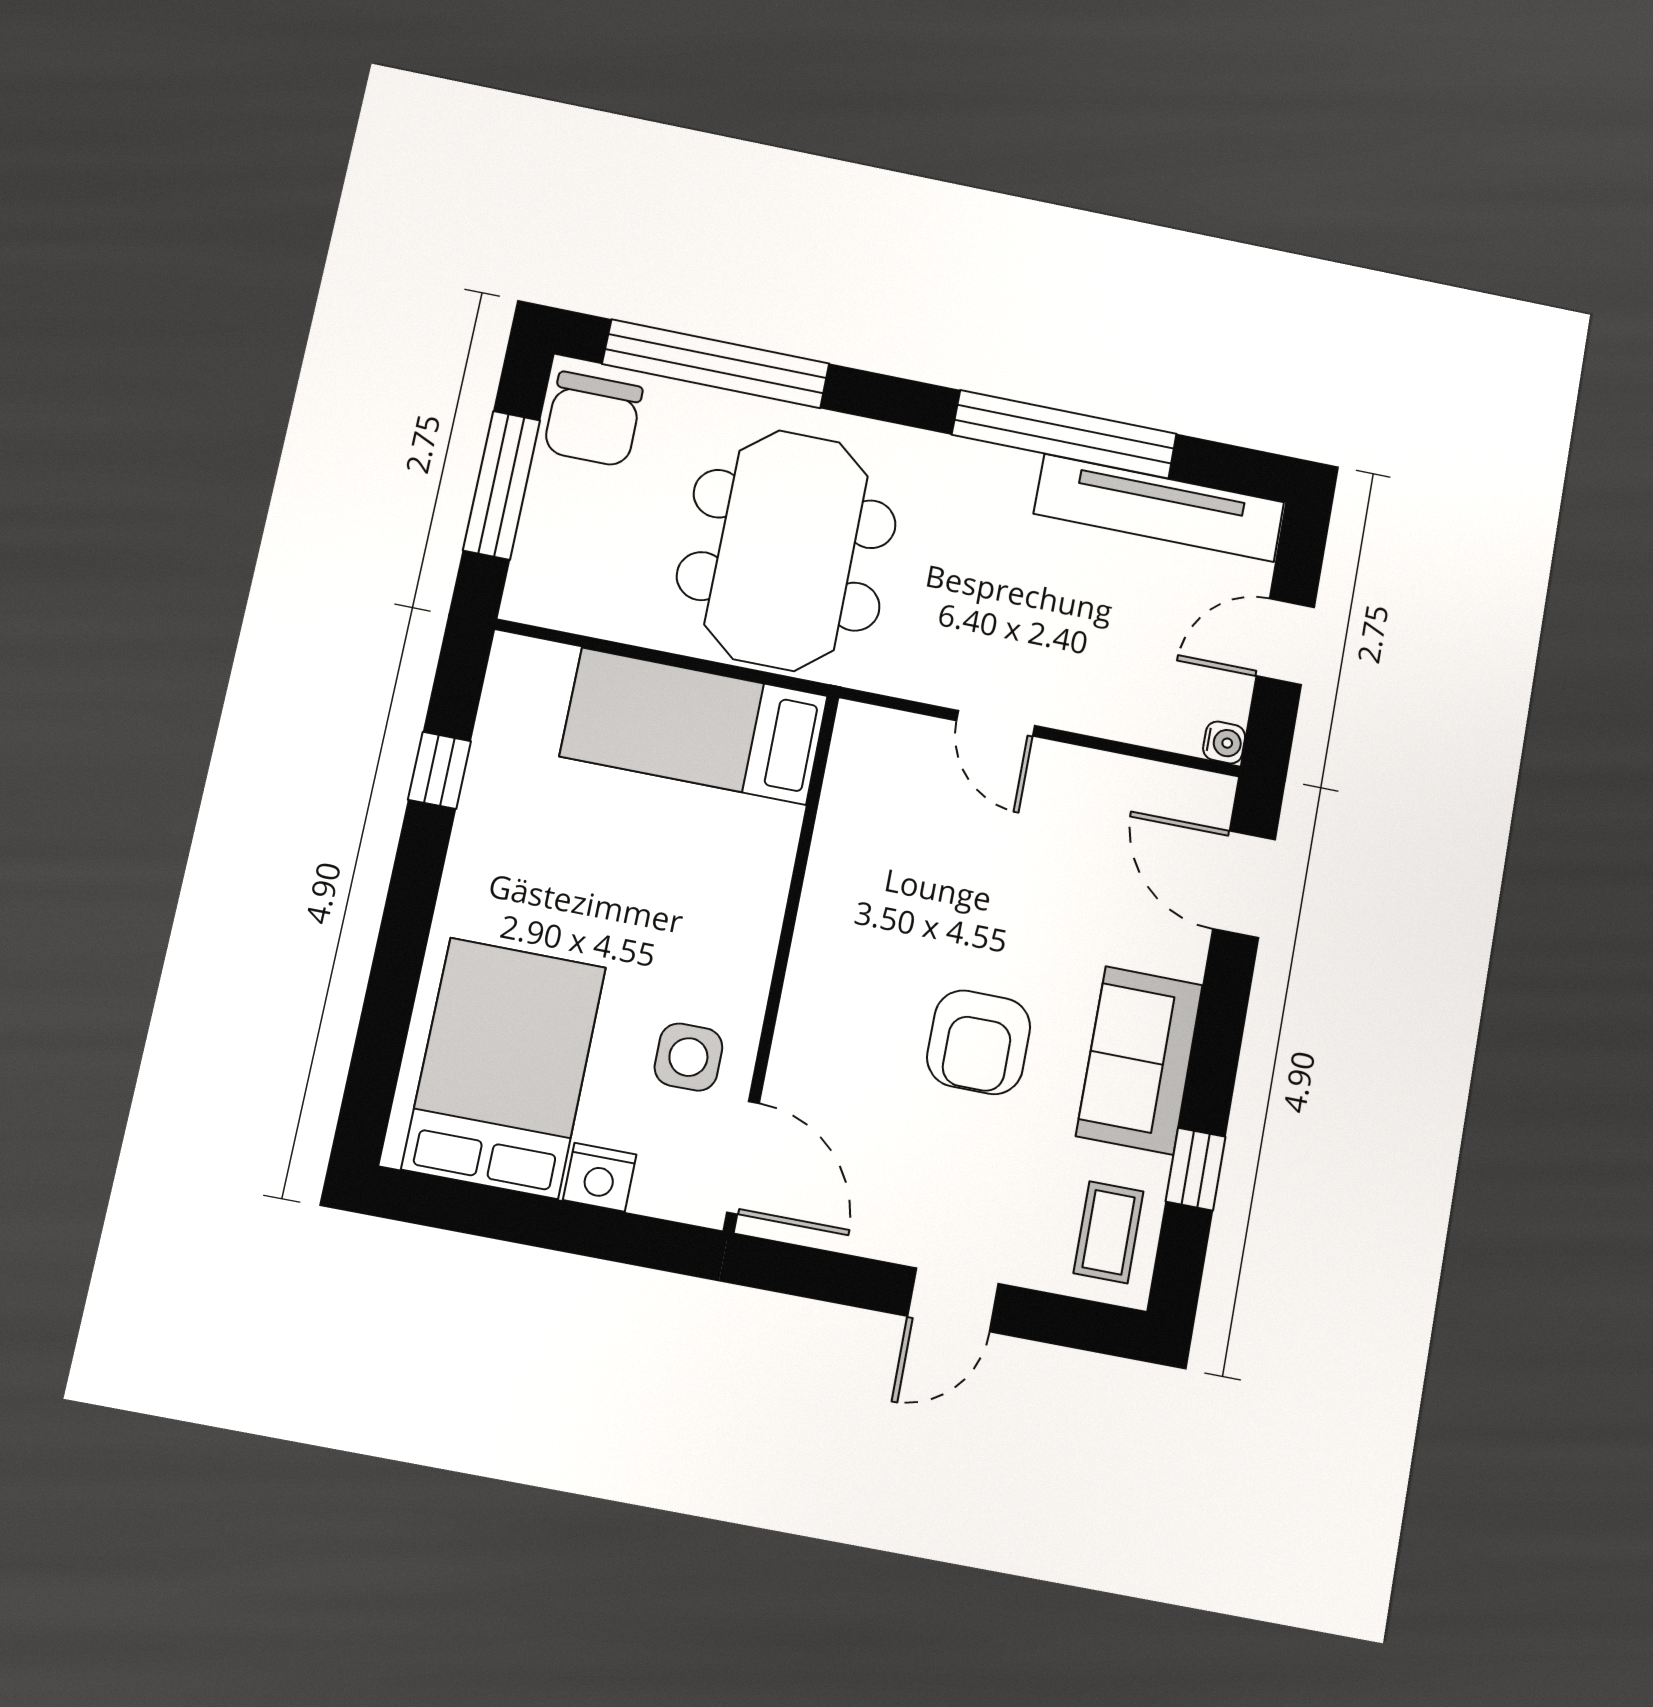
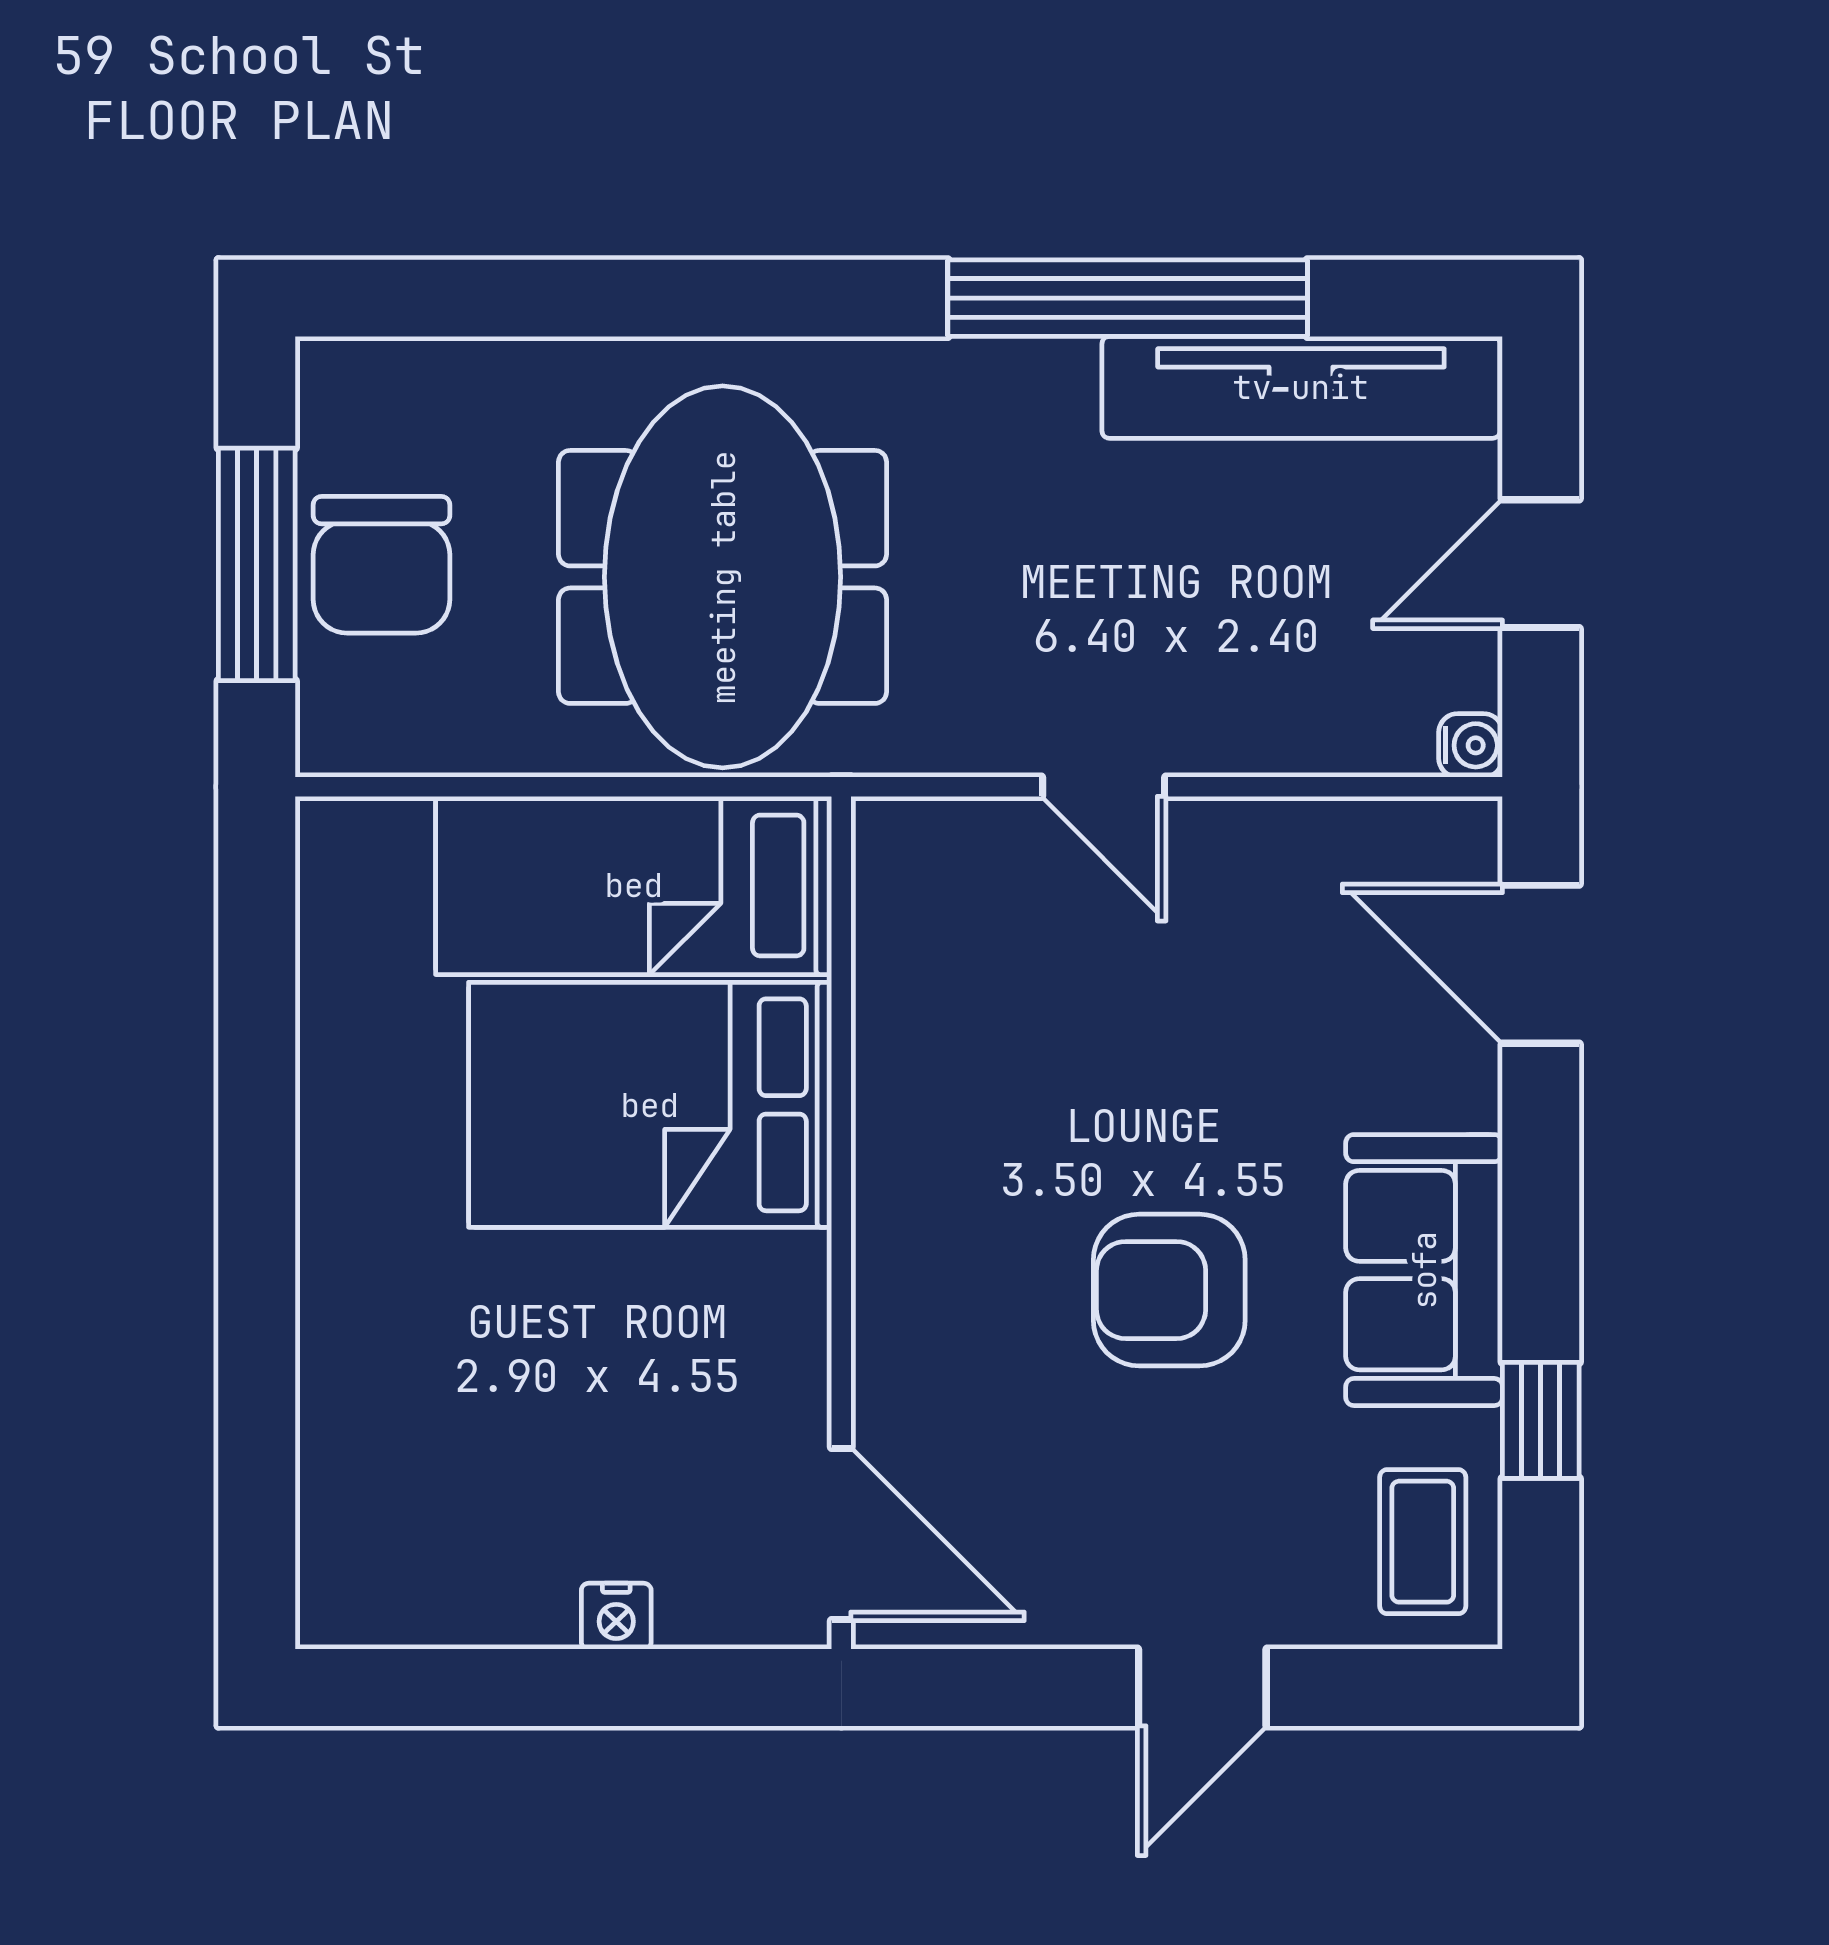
window: (716, 364) -> (552, 298), removed
chair: (593, 419) -> (381, 565), moved
window: (440, 770) -> (257, 1032), removed
armchair: (979, 1042) -> (1169, 1290), turned 90
side table: (688, 1057) -> (728, 1398), removed
bed: (504, 1068) -> (650, 1105), moved, turned -90
nightstand: (600, 1177) -> (616, 1616), width x0.72, depth x0.74

